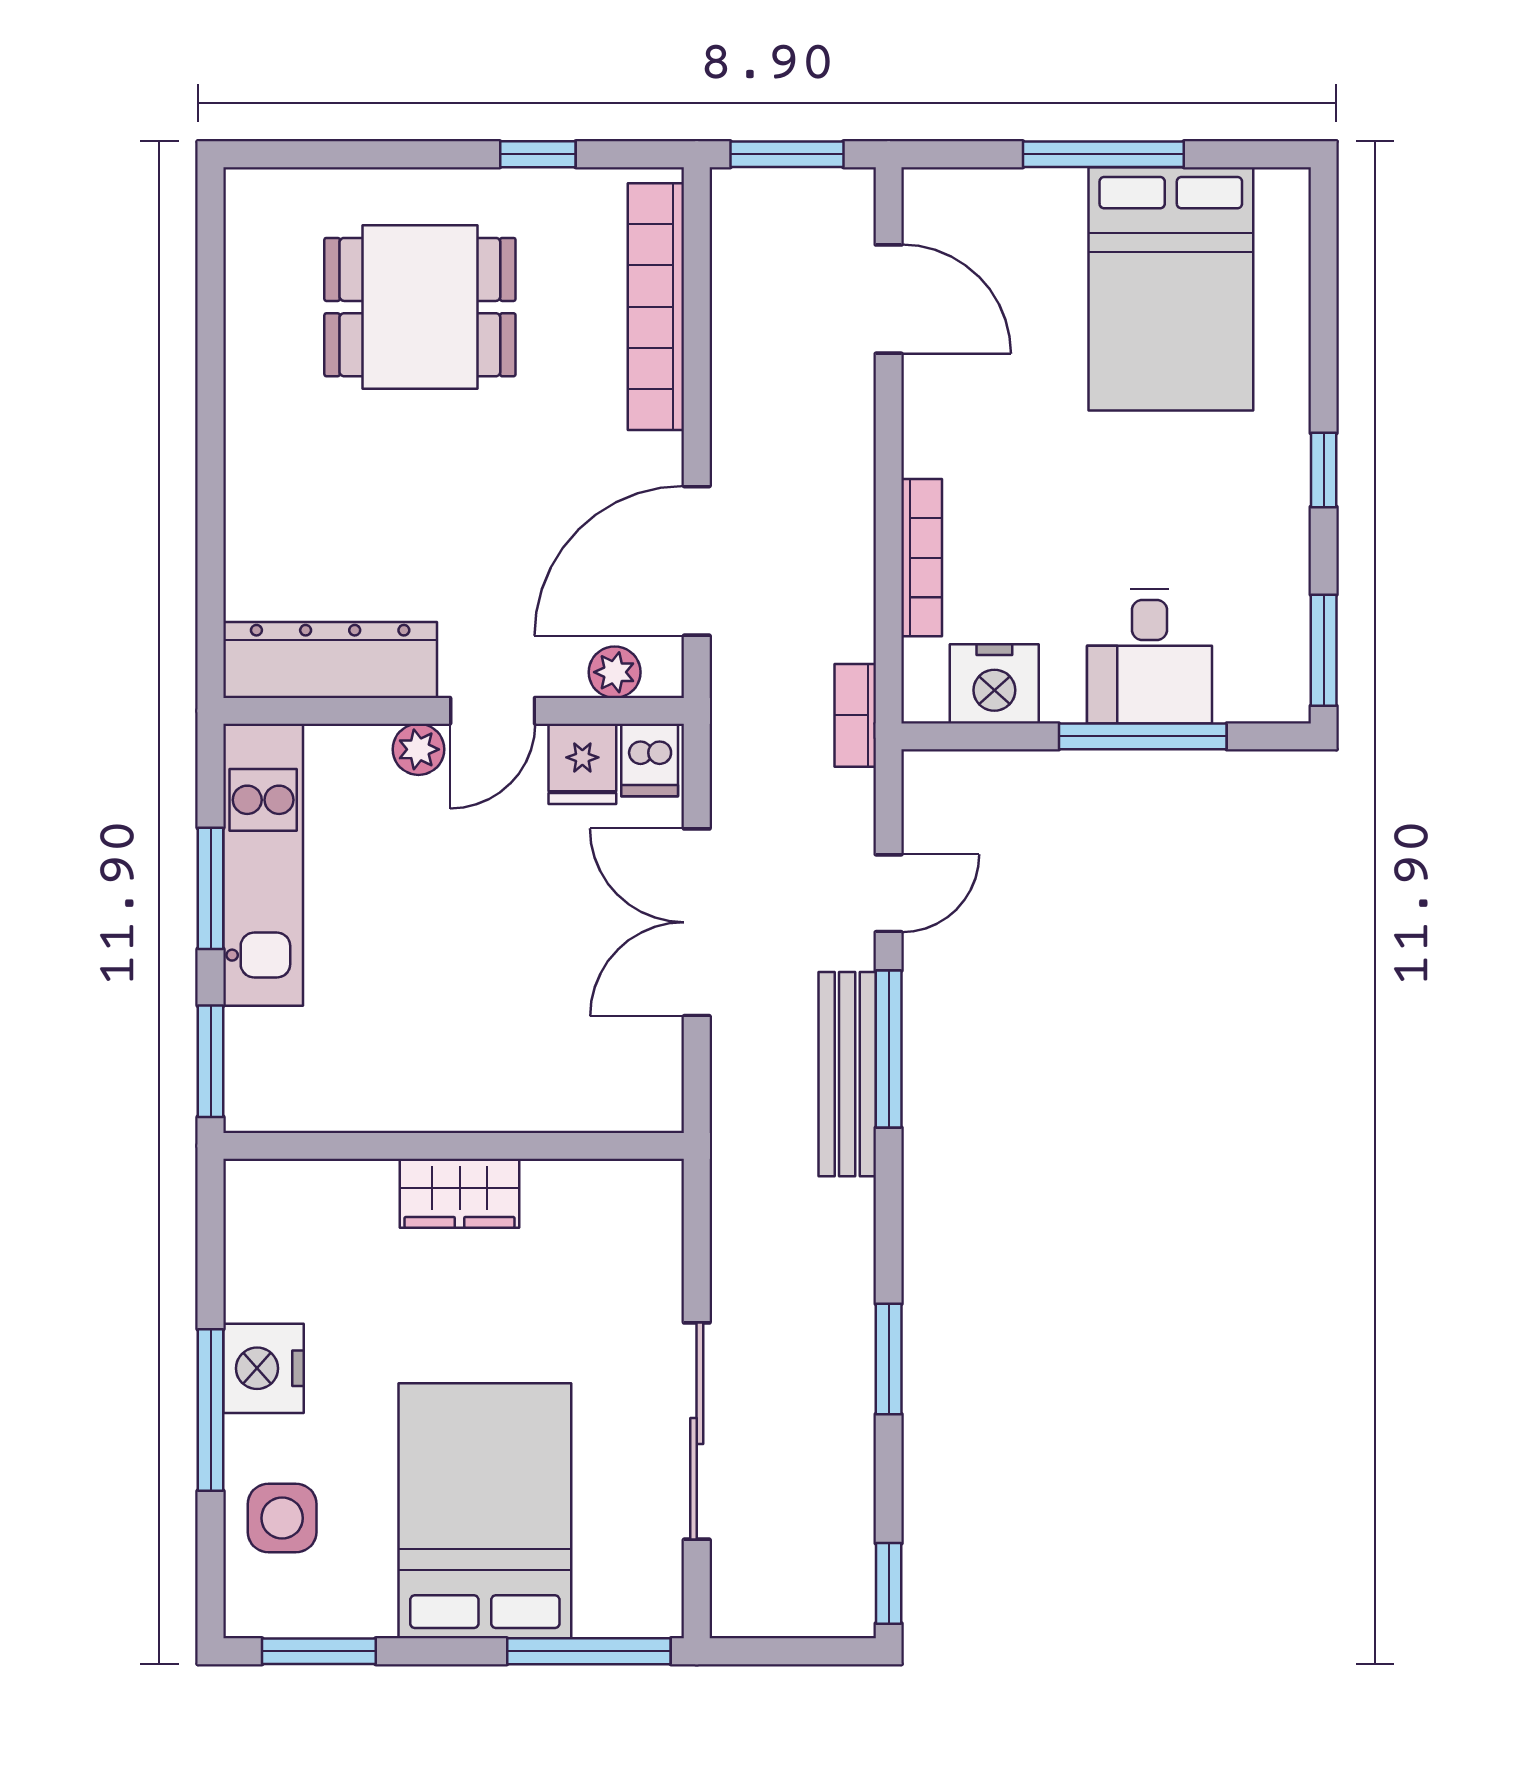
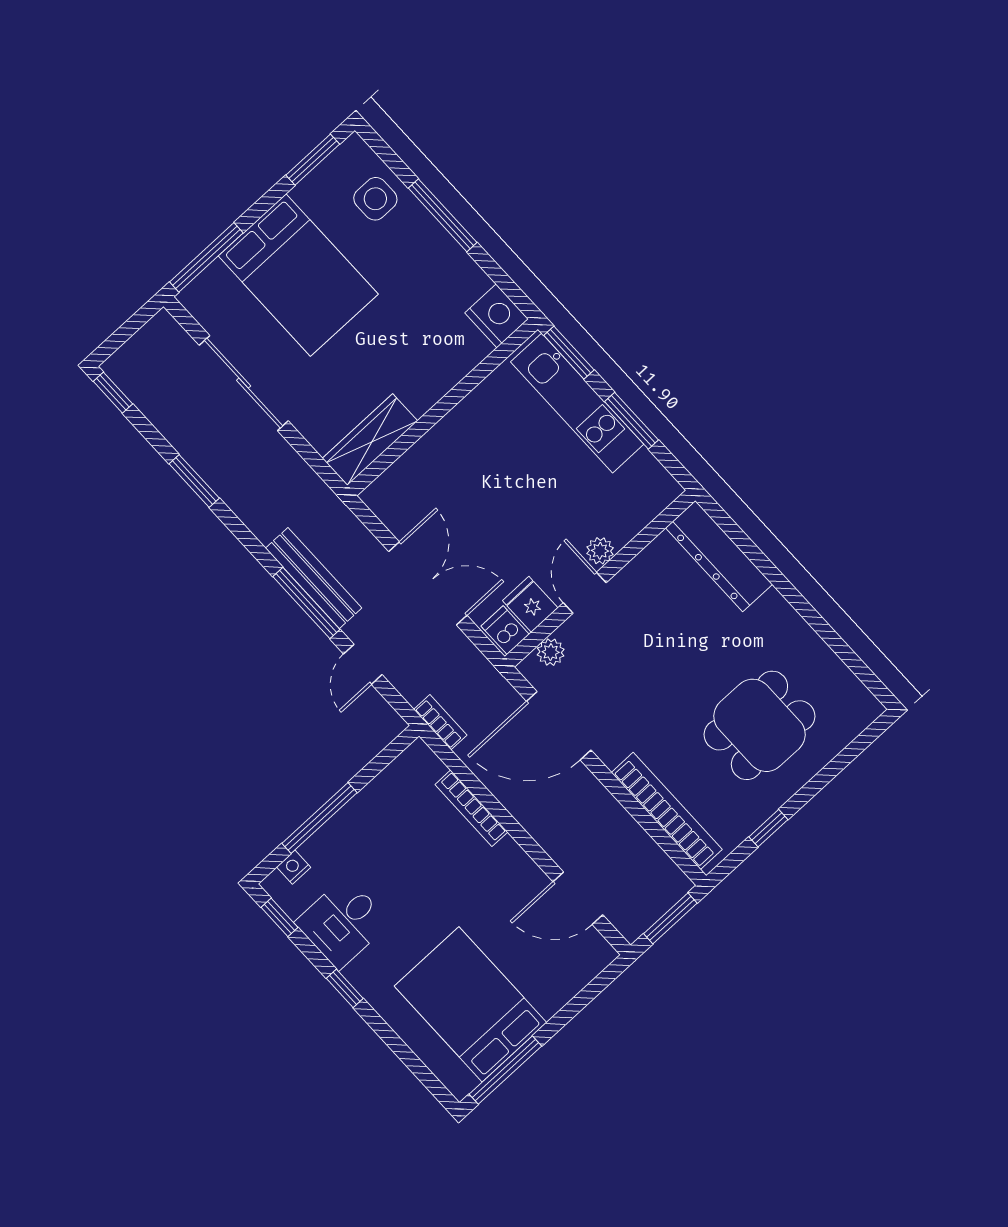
window: (1103, 154) -> (505, 1070), moved
door: (697, 561) -> (559, 726), swing flipped
window: (1324, 650) -> (279, 917), width x0.67
desk: (1149, 656) -> (342, 923), moved, turned -90
dresser: (330, 660) -> (719, 556), moved, turned 90
nightstand: (994, 684) -> (294, 867), moved, width x0.53, depth x0.56
kitchen unit: (263, 865) -> (577, 403), moved
wardrobe: (460, 1193) -> (370, 440), moved, width x1.50
nightstand: (263, 1368) -> (497, 316), moved

